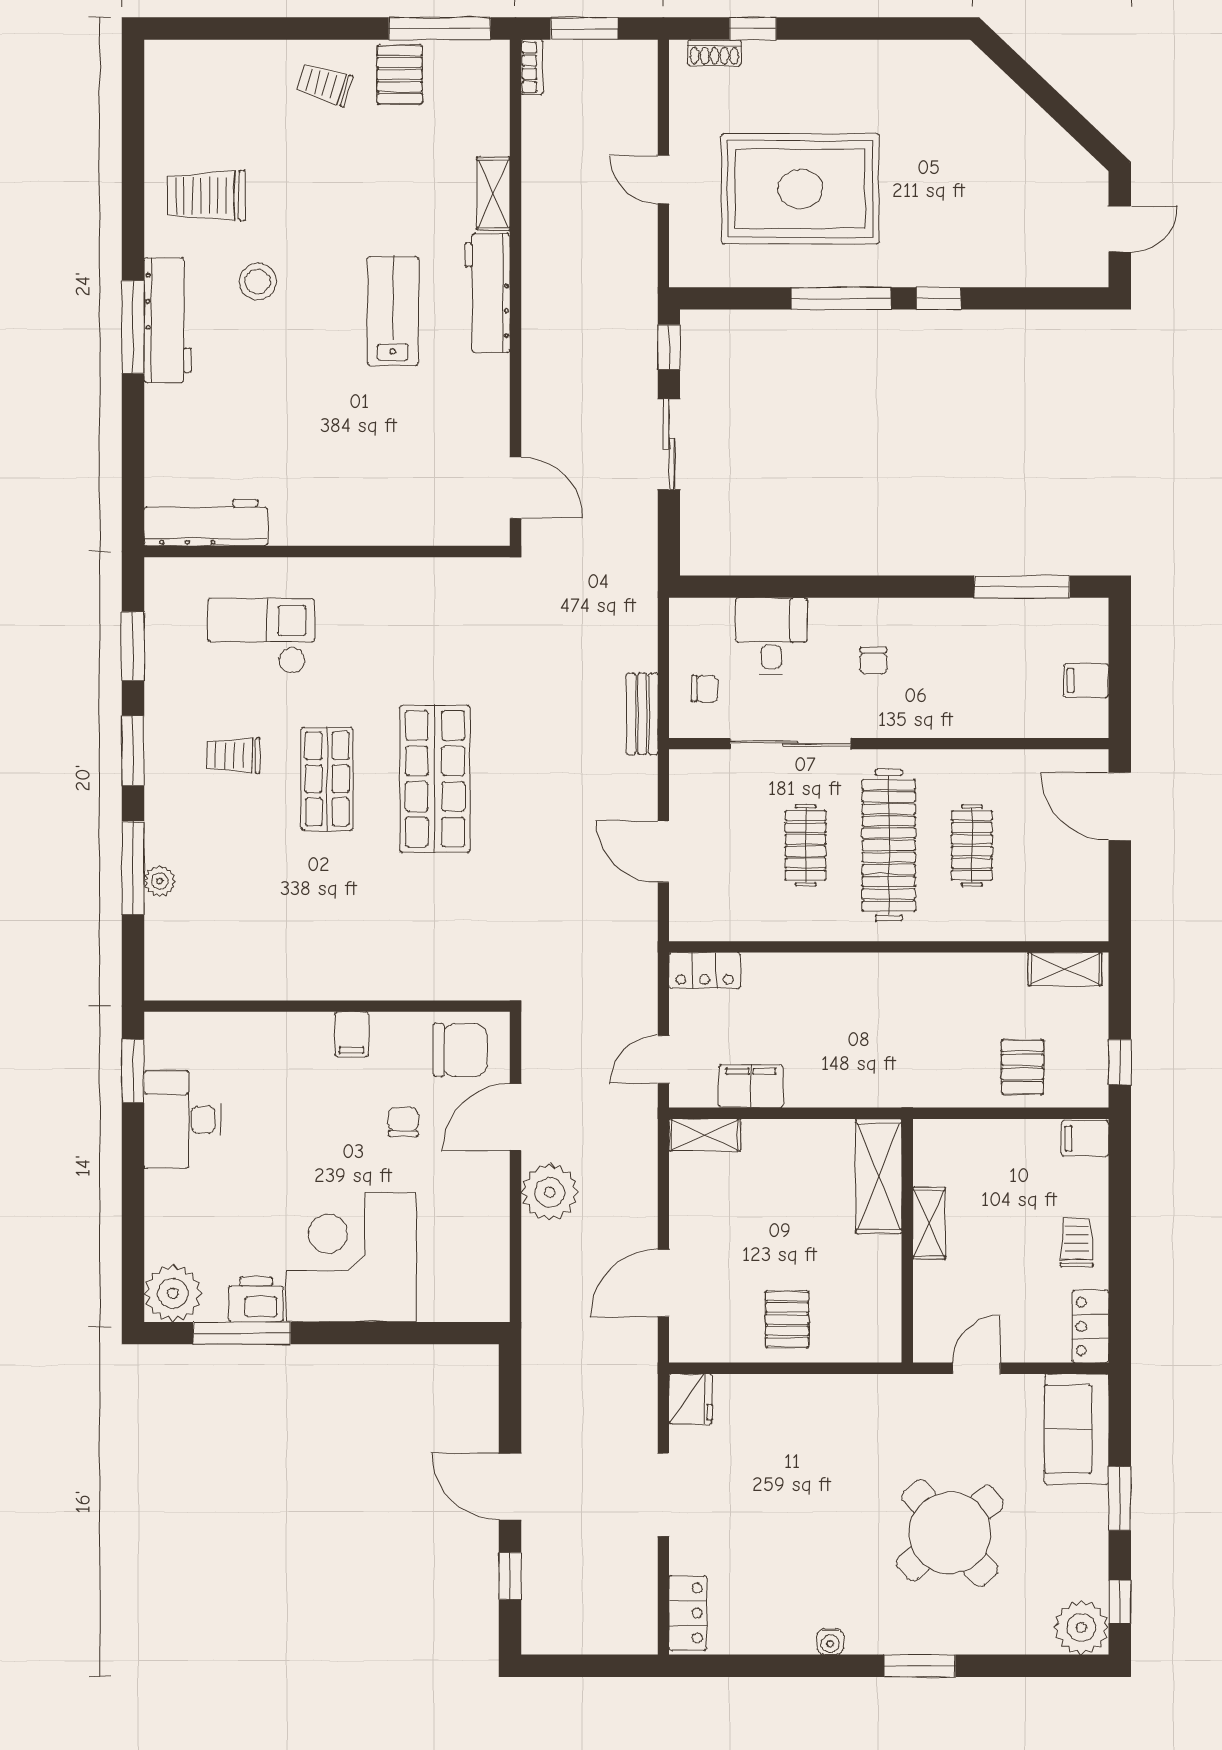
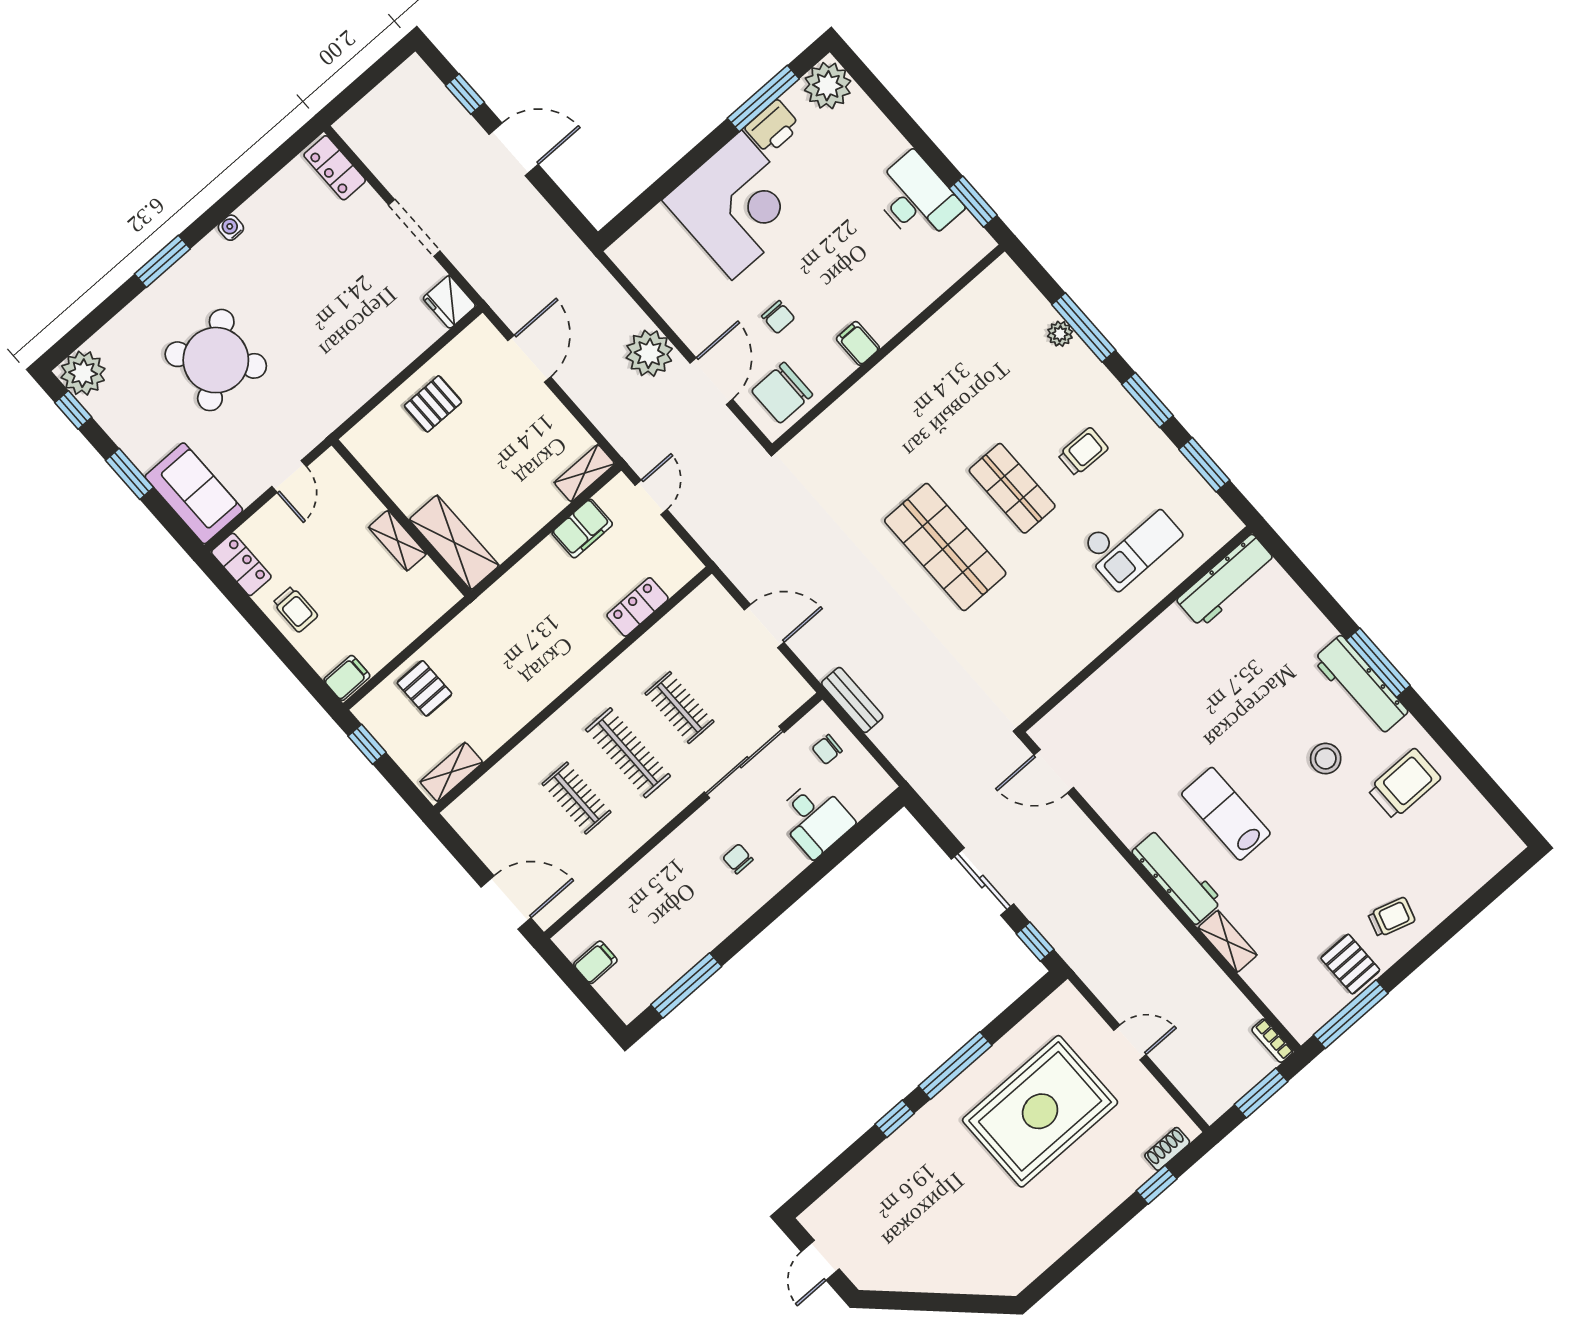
lab bench: (393, 311) -> (1226, 814), turned 180
clothes rail: (889, 845) -> (628, 753), width x0.73, depth x0.76
locker: (705, 970) -> (638, 607), moved
pallet: (787, 1319) -> (433, 404), turned 90

